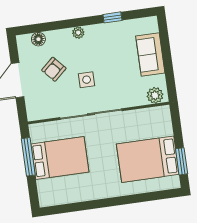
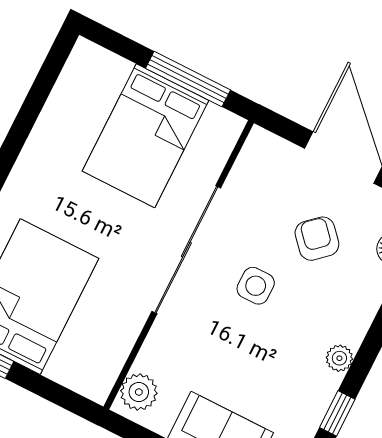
plant: (78, 33) -> (339, 358), moved

